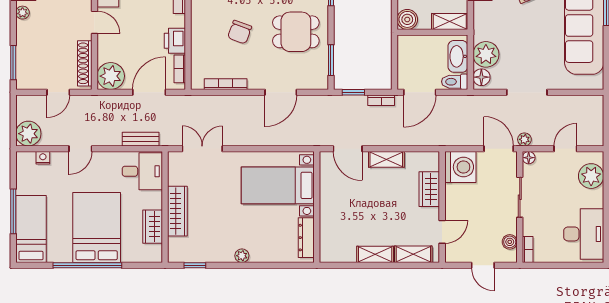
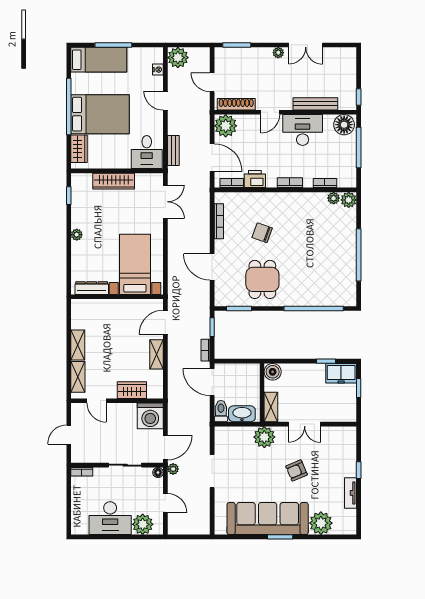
plant: (486, 54) -> (264, 437), moved
floor lamp: (481, 77) -> (225, 433), removed
wardrobe: (153, 227) -> (79, 149), moved, turned 90
desk: (584, 234) -> (110, 518), moved
boiler: (510, 242) -> (88, 457), removed

